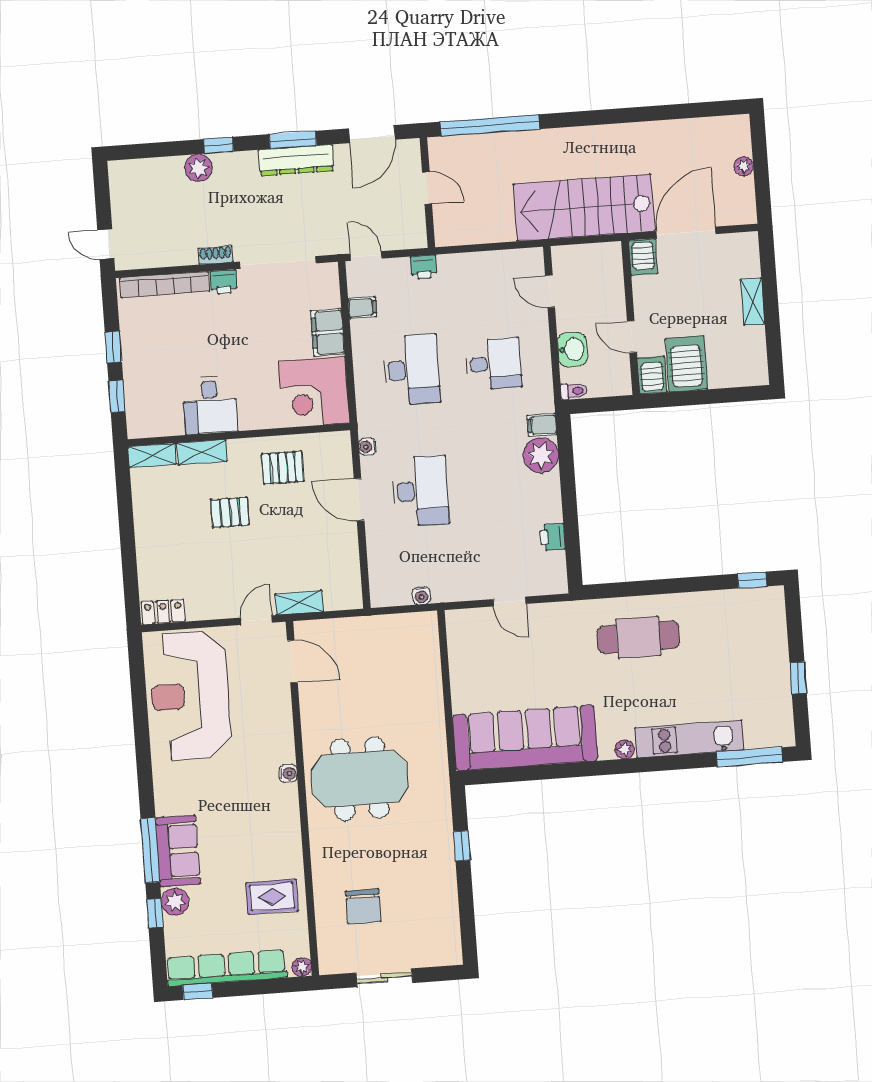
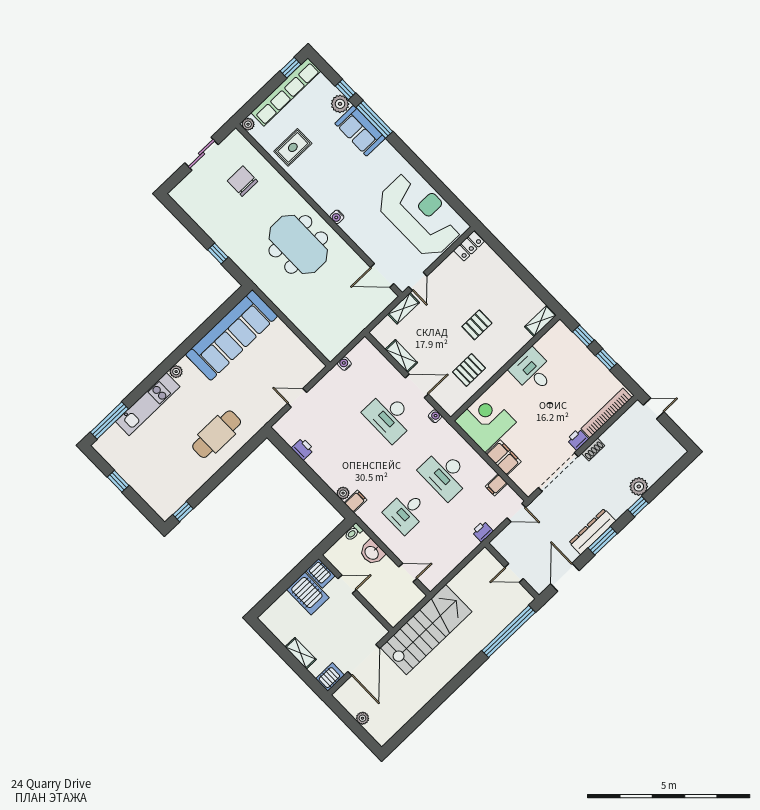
server rack: (643, 257) -> (330, 677), moved, turned 90
shelving: (202, 452) -> (401, 356), moved, turned 90
plant: (541, 455) -> (343, 493), width x0.53, depth x0.53
meeting table: (360, 779) -> (298, 244), turned 90

